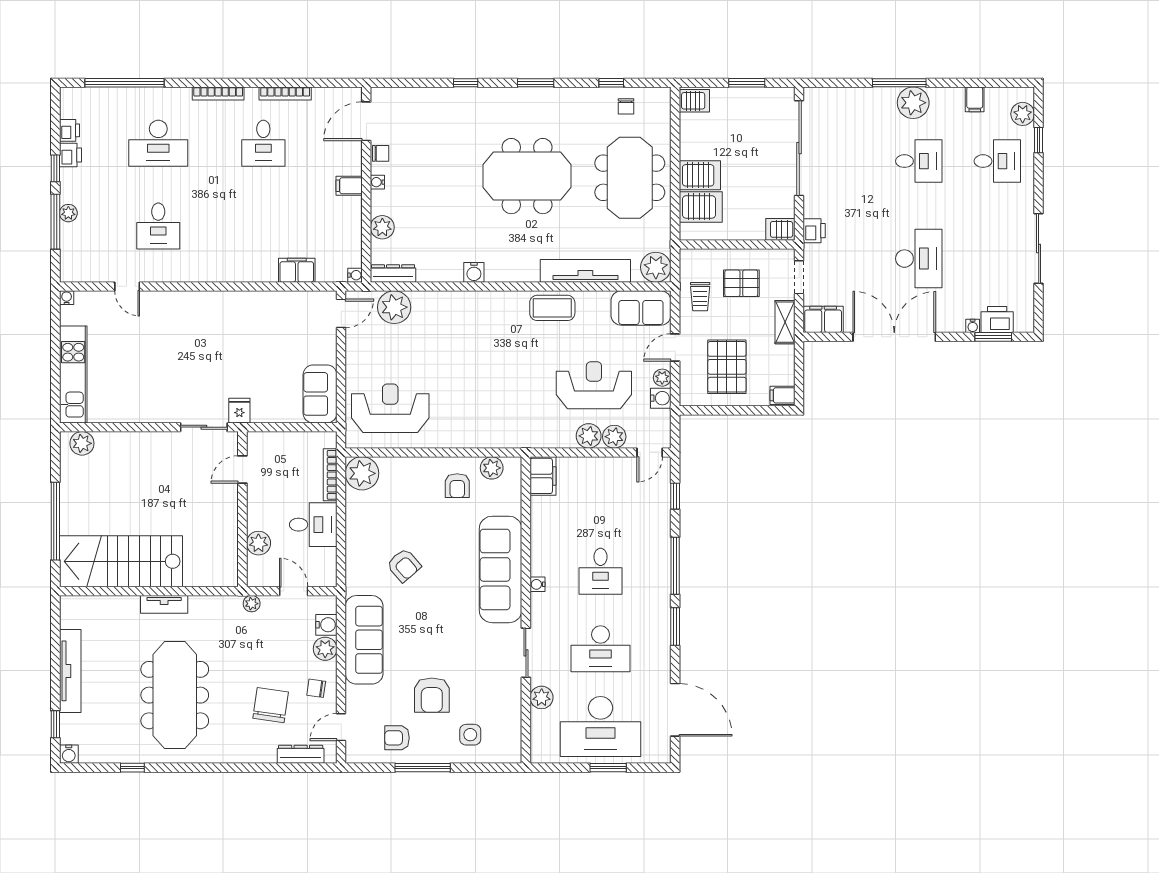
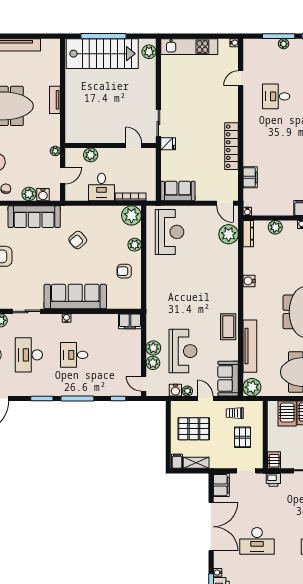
locker: (243, 302) -> (232, 146), added
shelving: (785, 322) -> (196, 463), moved
plant: (492, 468) -> (135, 245), moved
stairs: (121, 561) -> (102, 54), moved, turned 90

